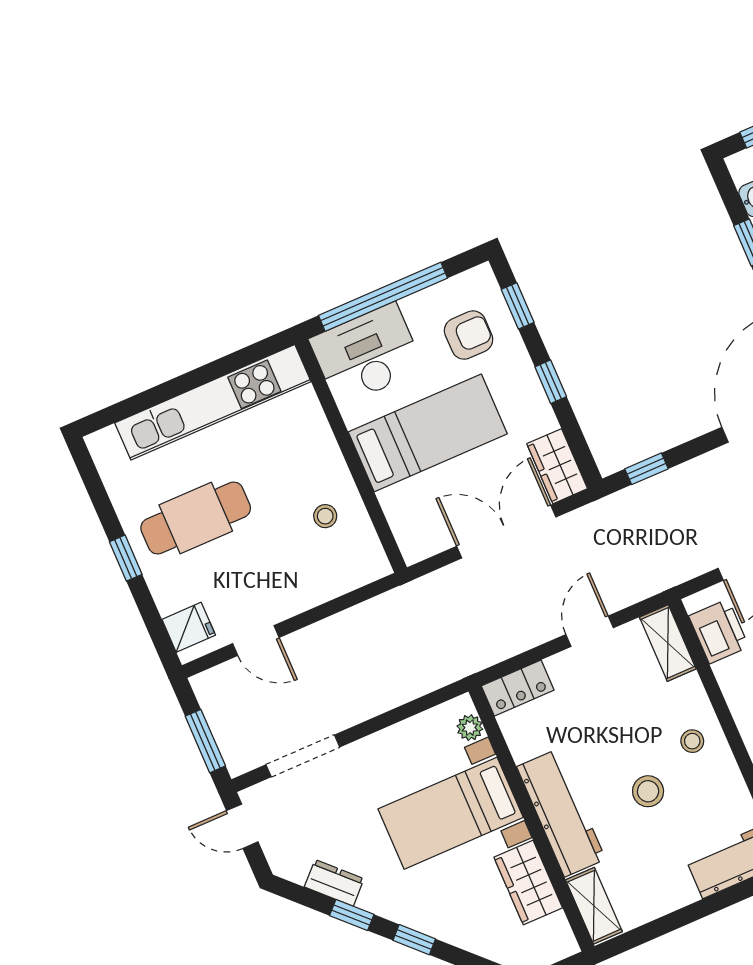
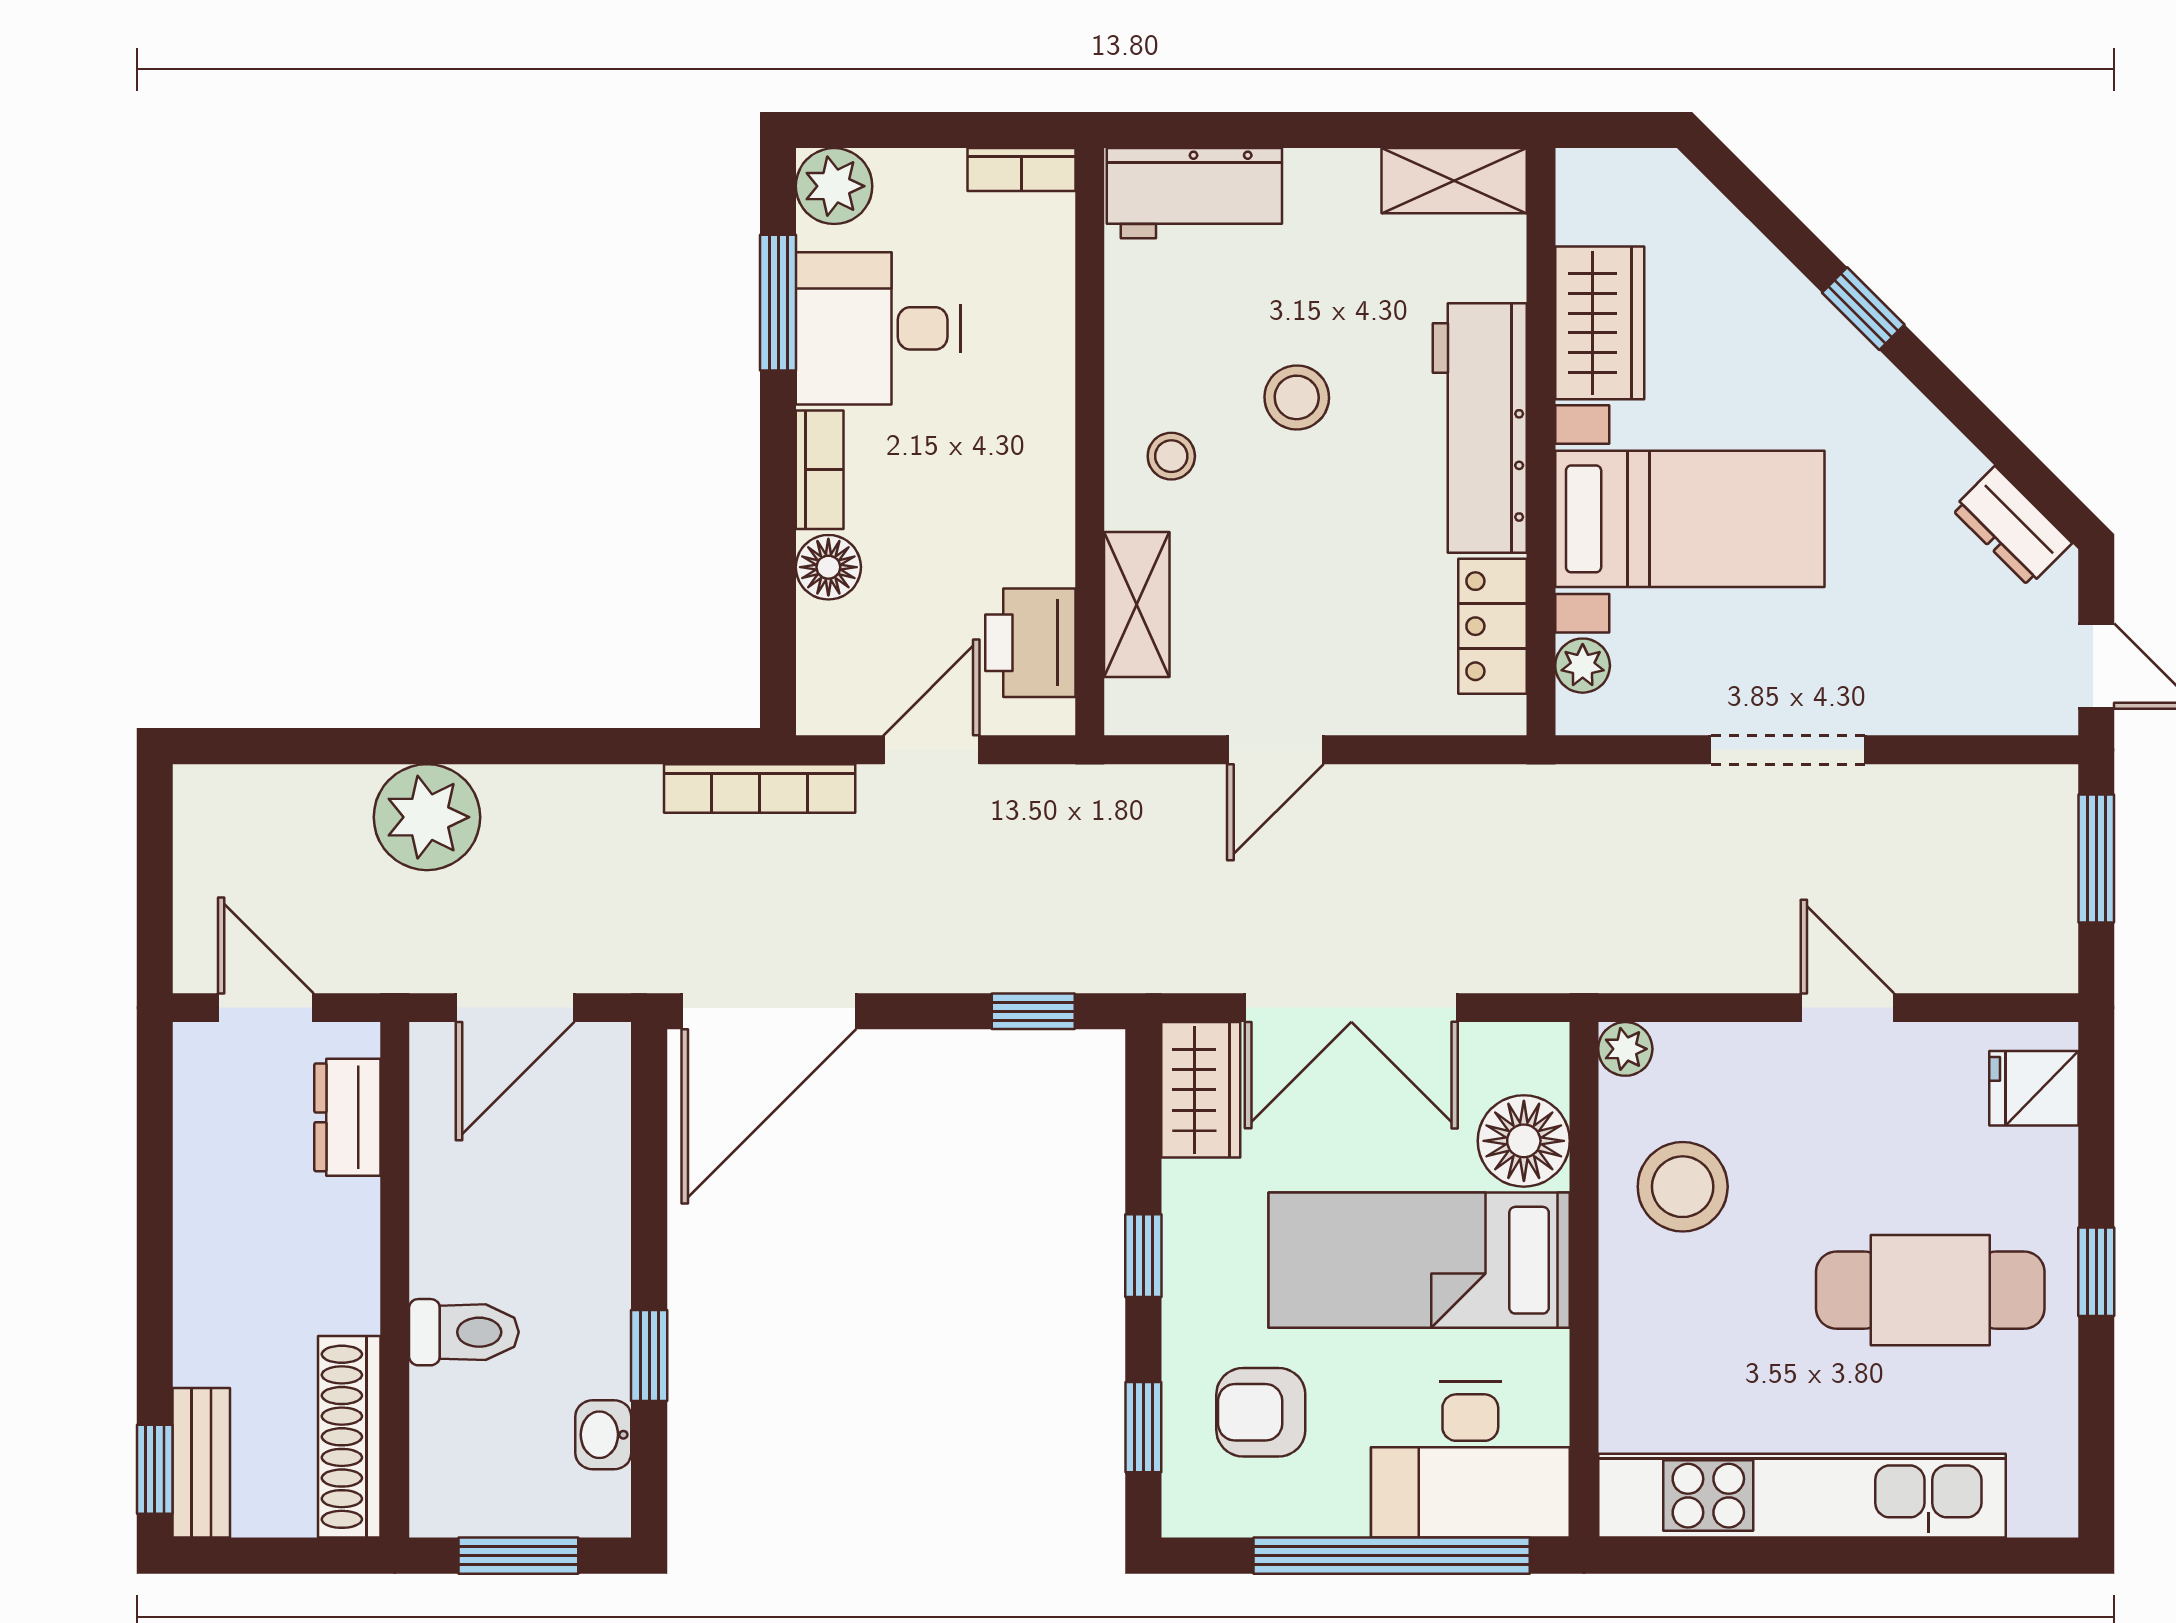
floor lamp: (404, 506) -> (1524, 1141), added
stool: (325, 516) -> (1683, 1187), width x1.89, depth x1.89
plant: (377, 566) -> (1625, 1049), added
door: (256, 641) -> (1847, 1008), moved
shelving: (668, 643) -> (1137, 605), moved
locker: (518, 688) -> (1492, 626), moved, turned -90
doorway: (303, 756) -> (1787, 750), moved
dresser: (334, 883) -> (2012, 526), moved
shelving: (594, 906) -> (1454, 181), moved, turned 90
window: (352, 915) -> (1962, 407), removed

